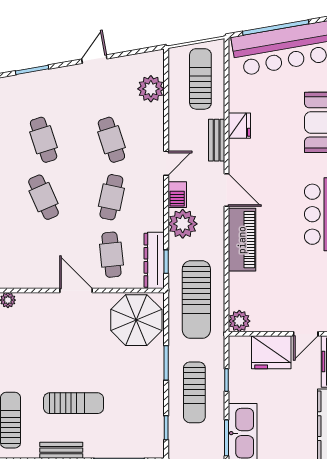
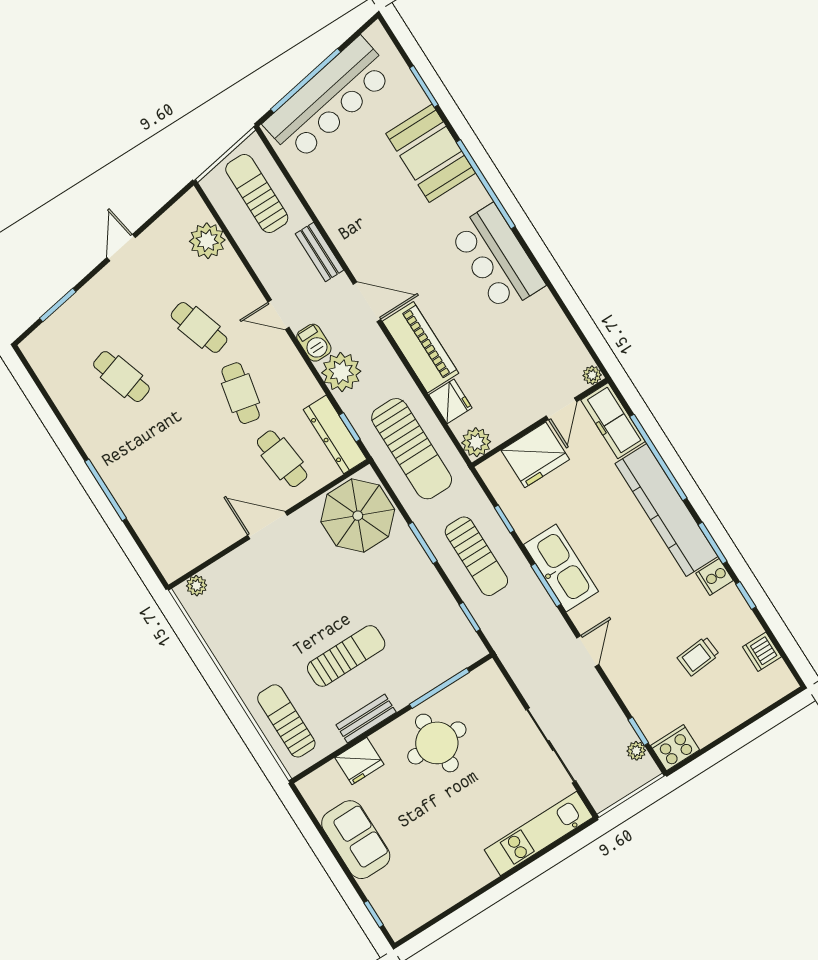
fridge: (239, 126) -> (450, 401), moved
door: (166, 163) -> (279, 315), swing flipped
cafe table: (44, 197) -> (163, 442), removed

